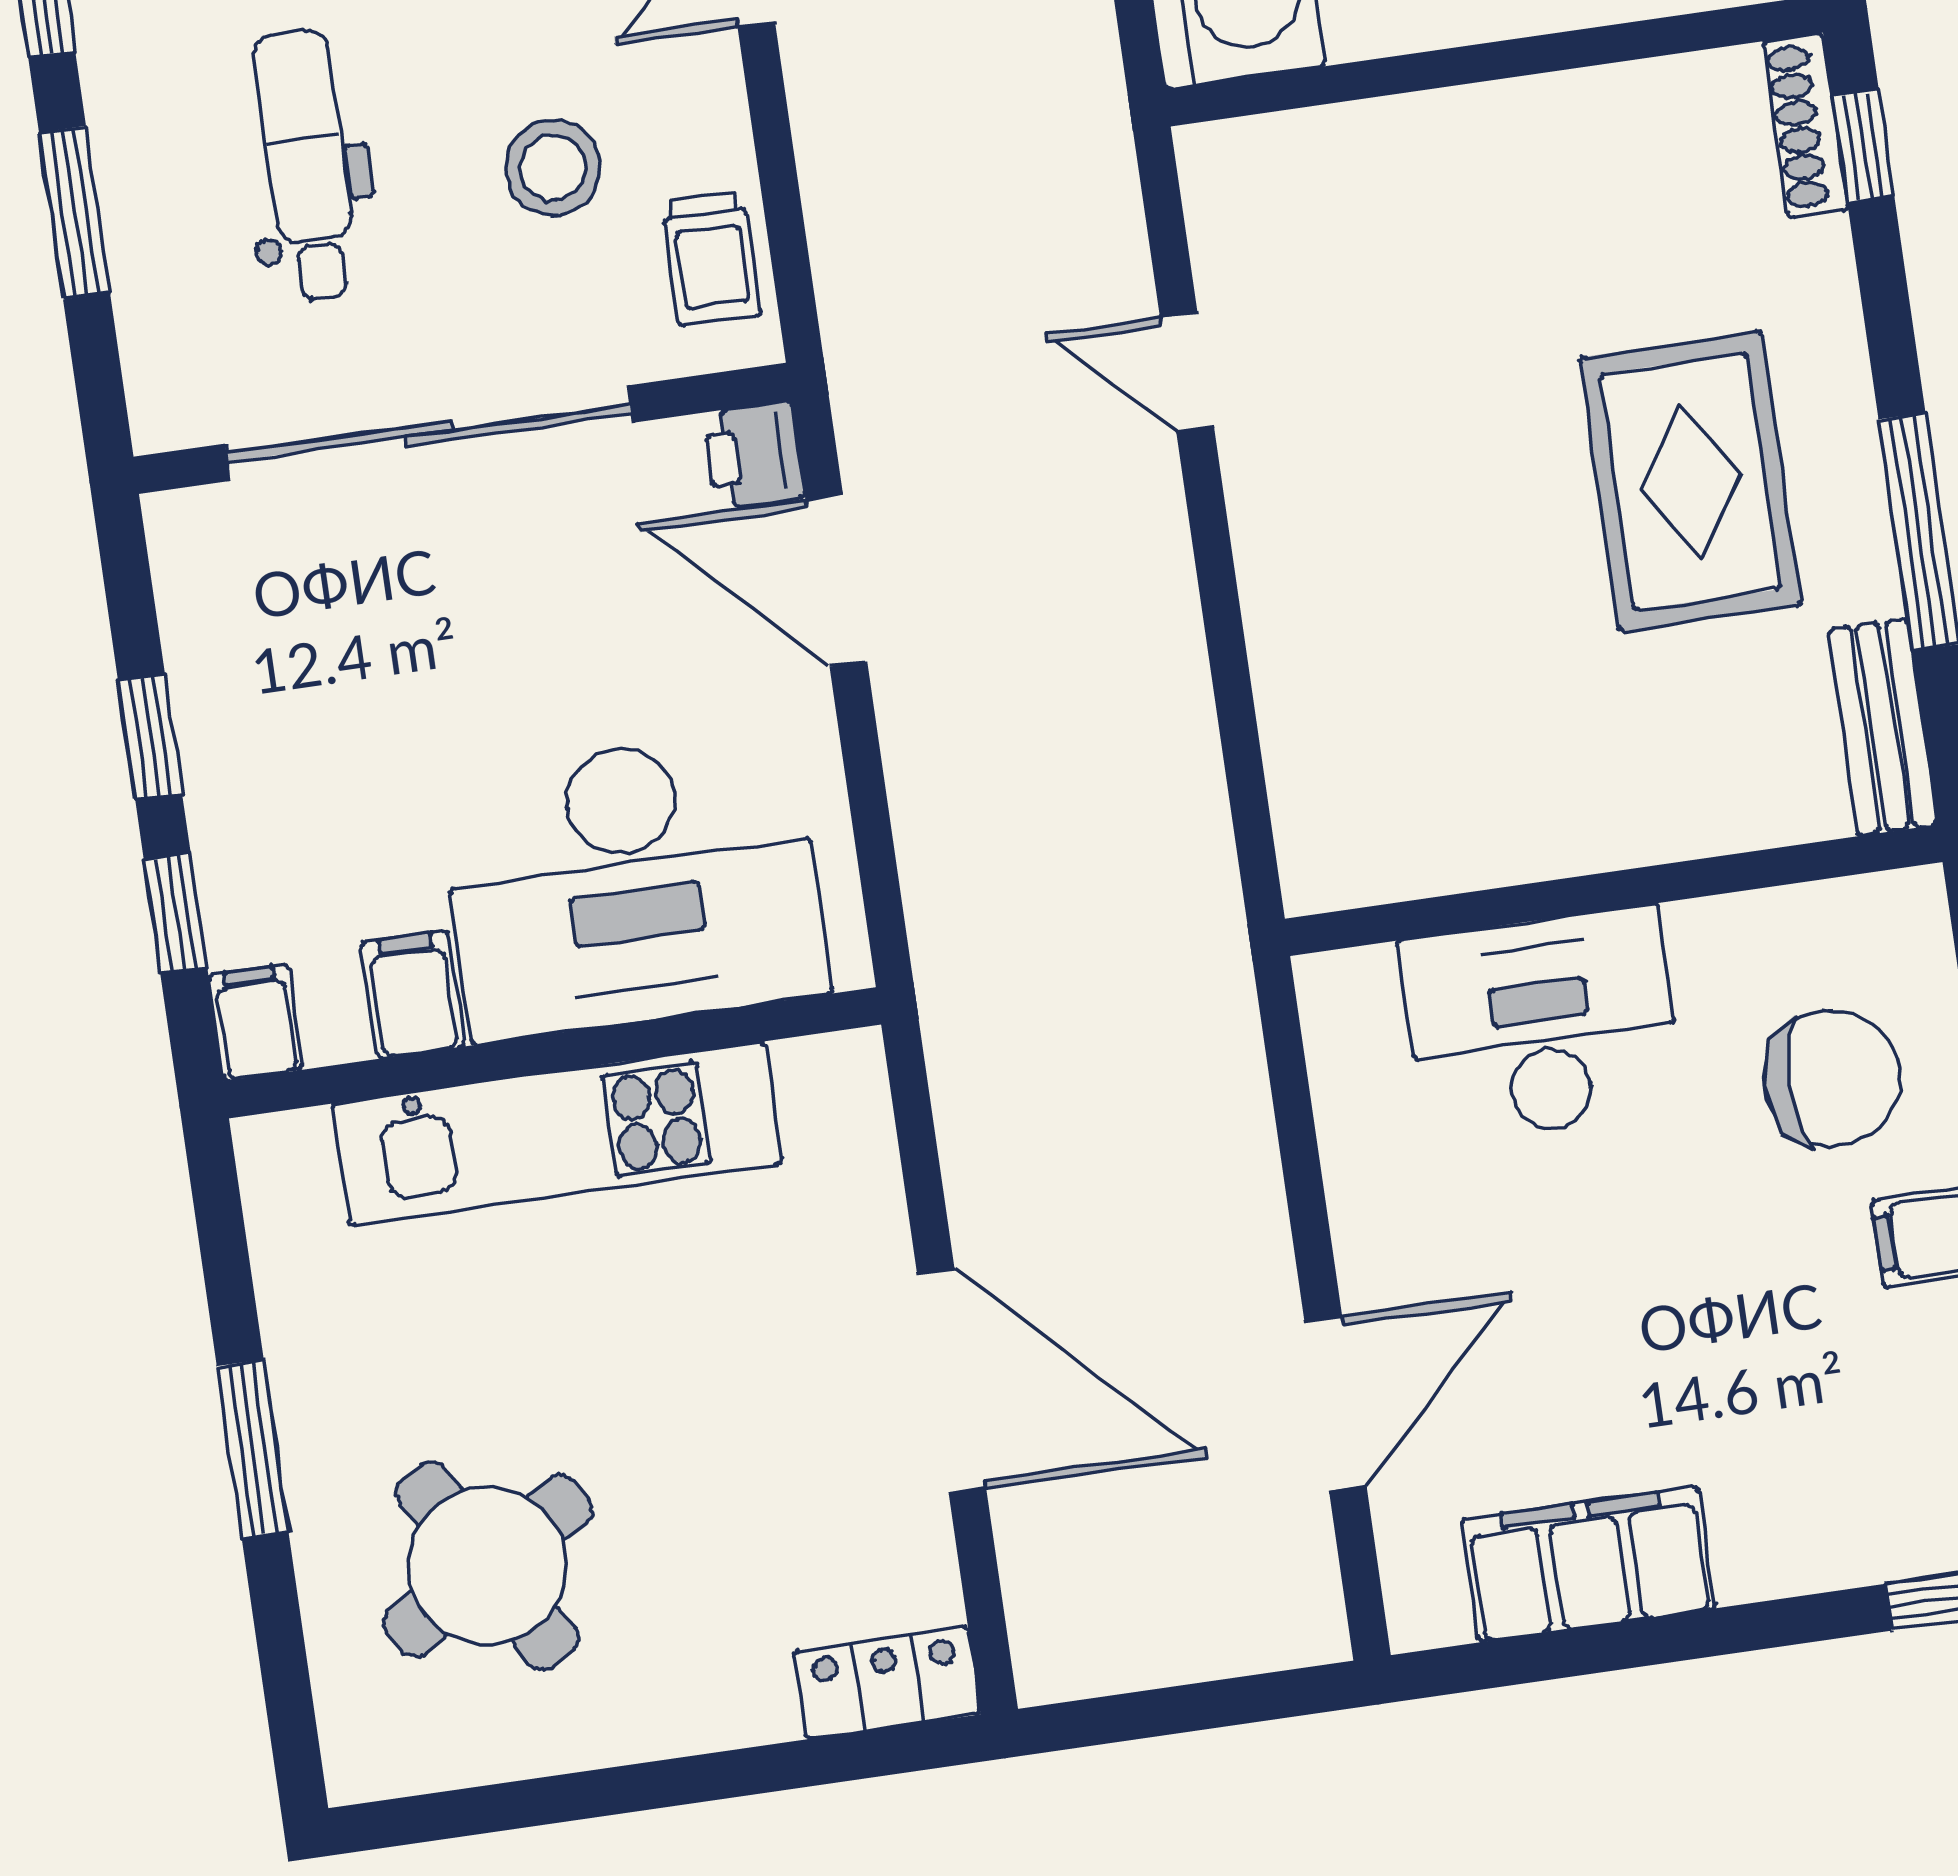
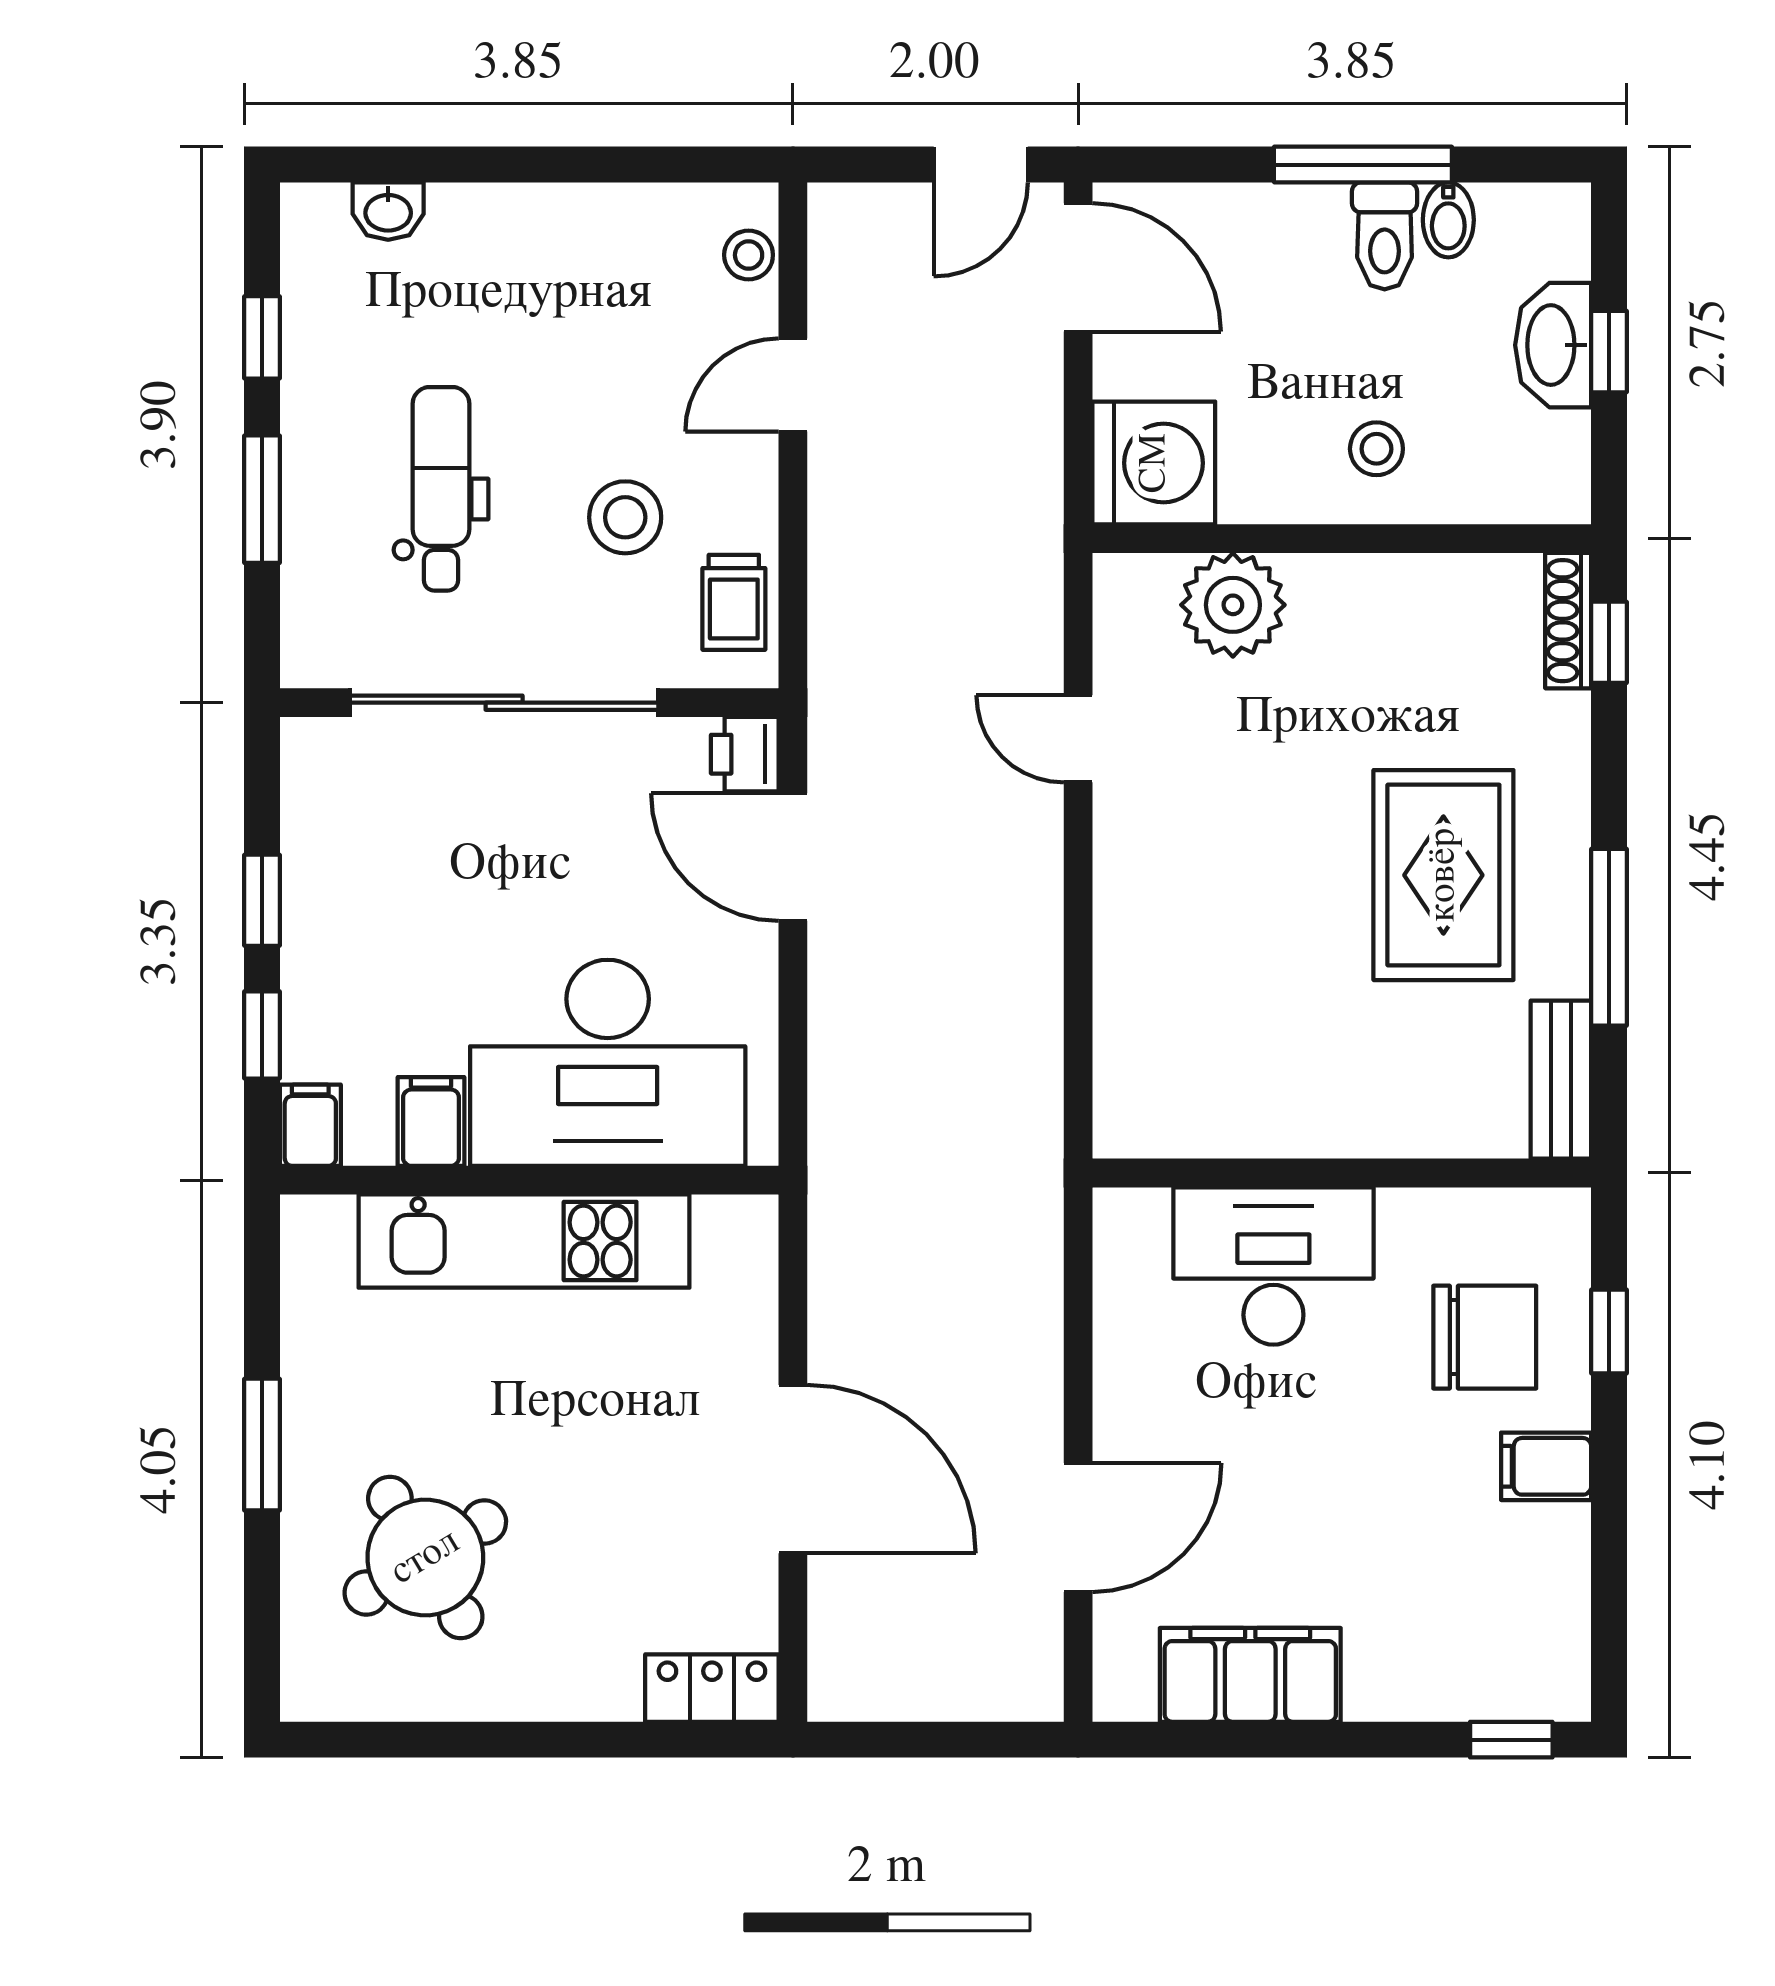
plant: (1364, 168) -> (1233, 605), added

